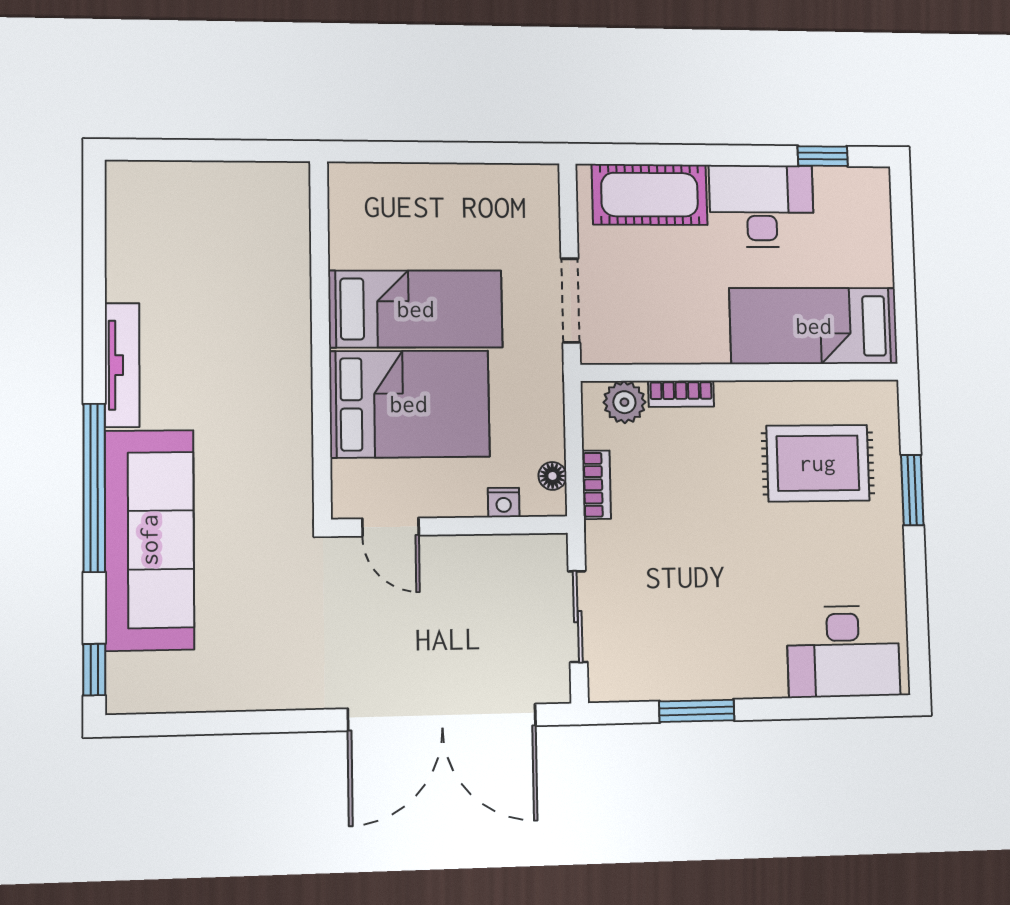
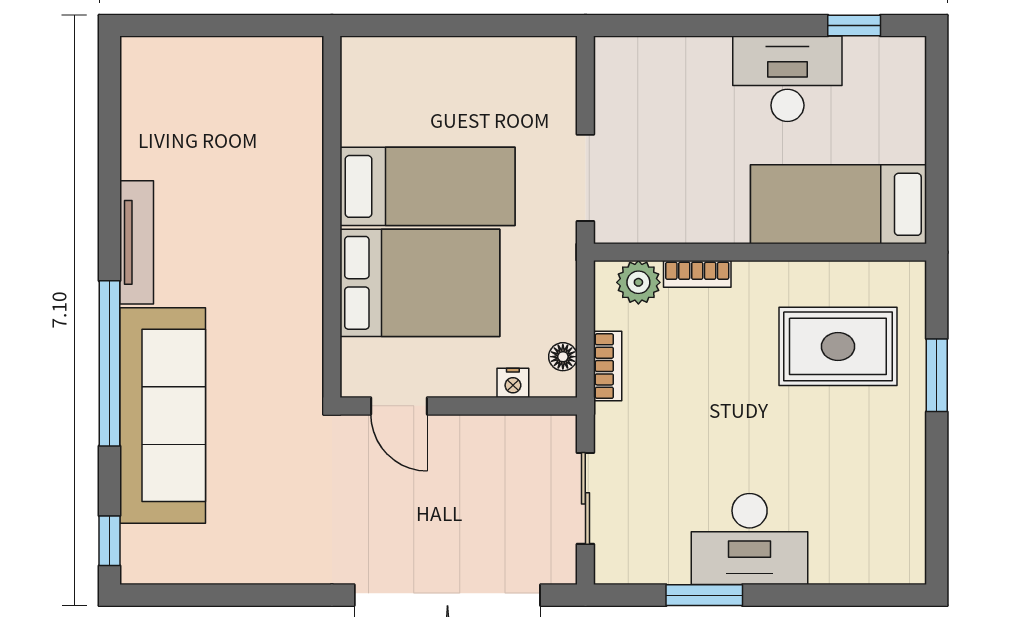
cot: (650, 195) -> (670, 68), removed
desk: (843, 652) -> (750, 539), moved

